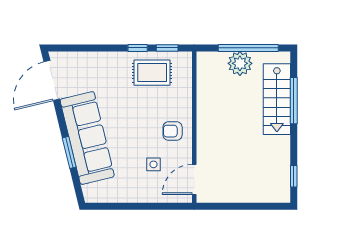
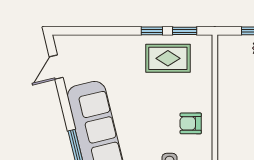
door: (52, 80) -> (56, 67), width x0.53

